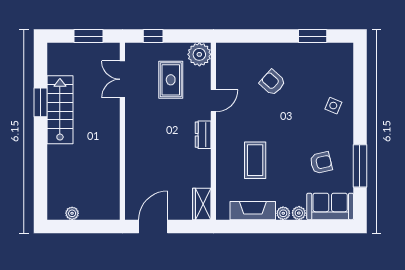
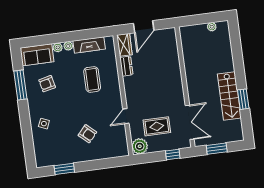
double door: (122, 79) -> (190, 122), width x1.37
rug: (171, 80) -> (157, 126), turned 90
dresser: (203, 135) -> (126, 66), moved
door: (153, 226) -> (144, 27), moved

